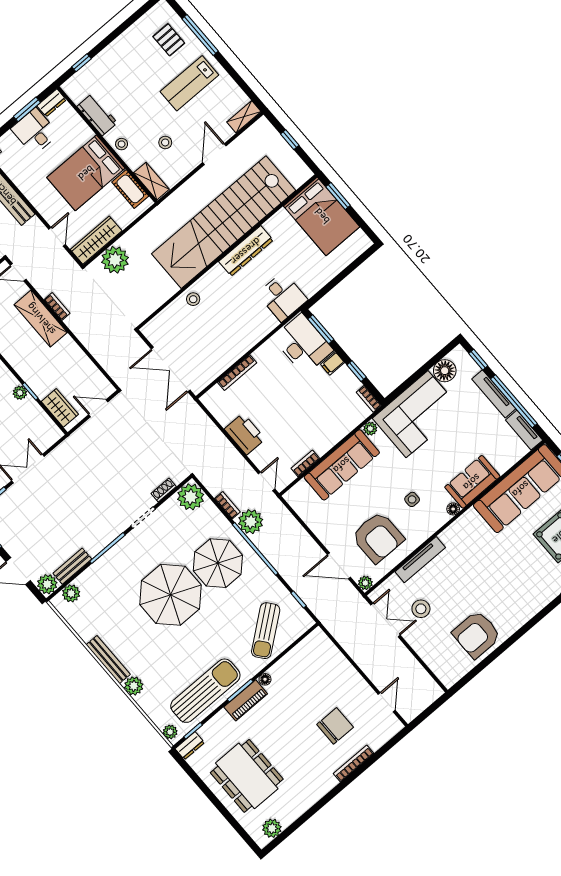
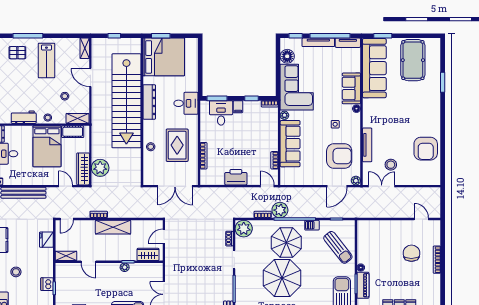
bed: (322, 216) -> (164, 57), width x1.36
shelving: (41, 319) -> (113, 227), moved
rug: (222, 330) -> (177, 145), added
desk: (303, 344) -> (221, 113), width x0.73
barbecue: (266, 576) -> (312, 225), added

